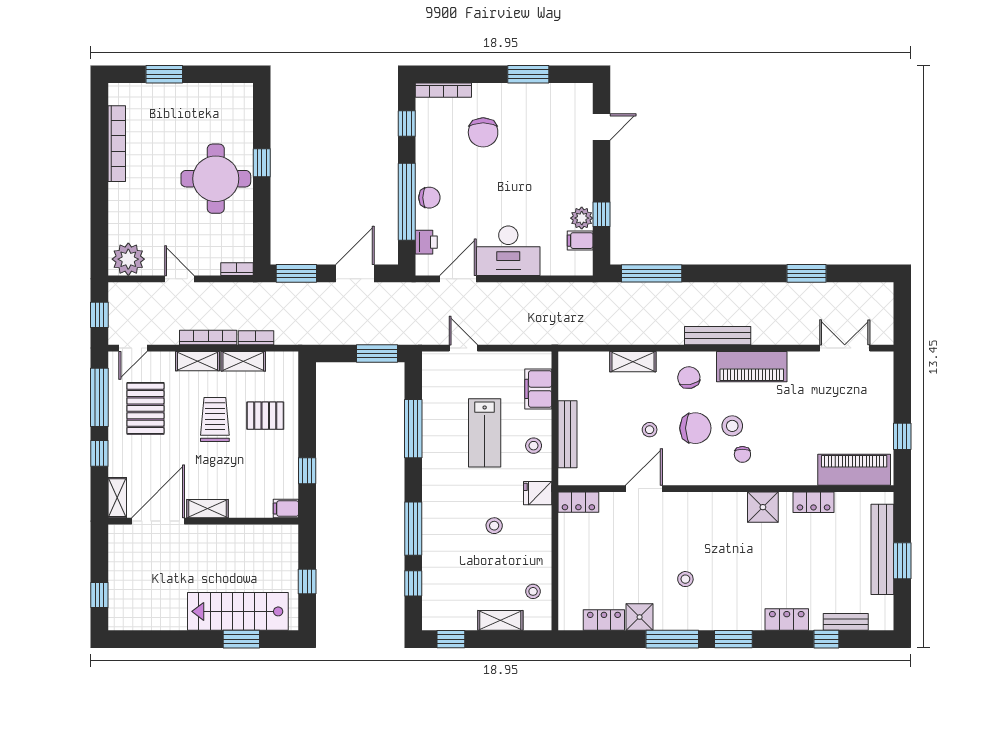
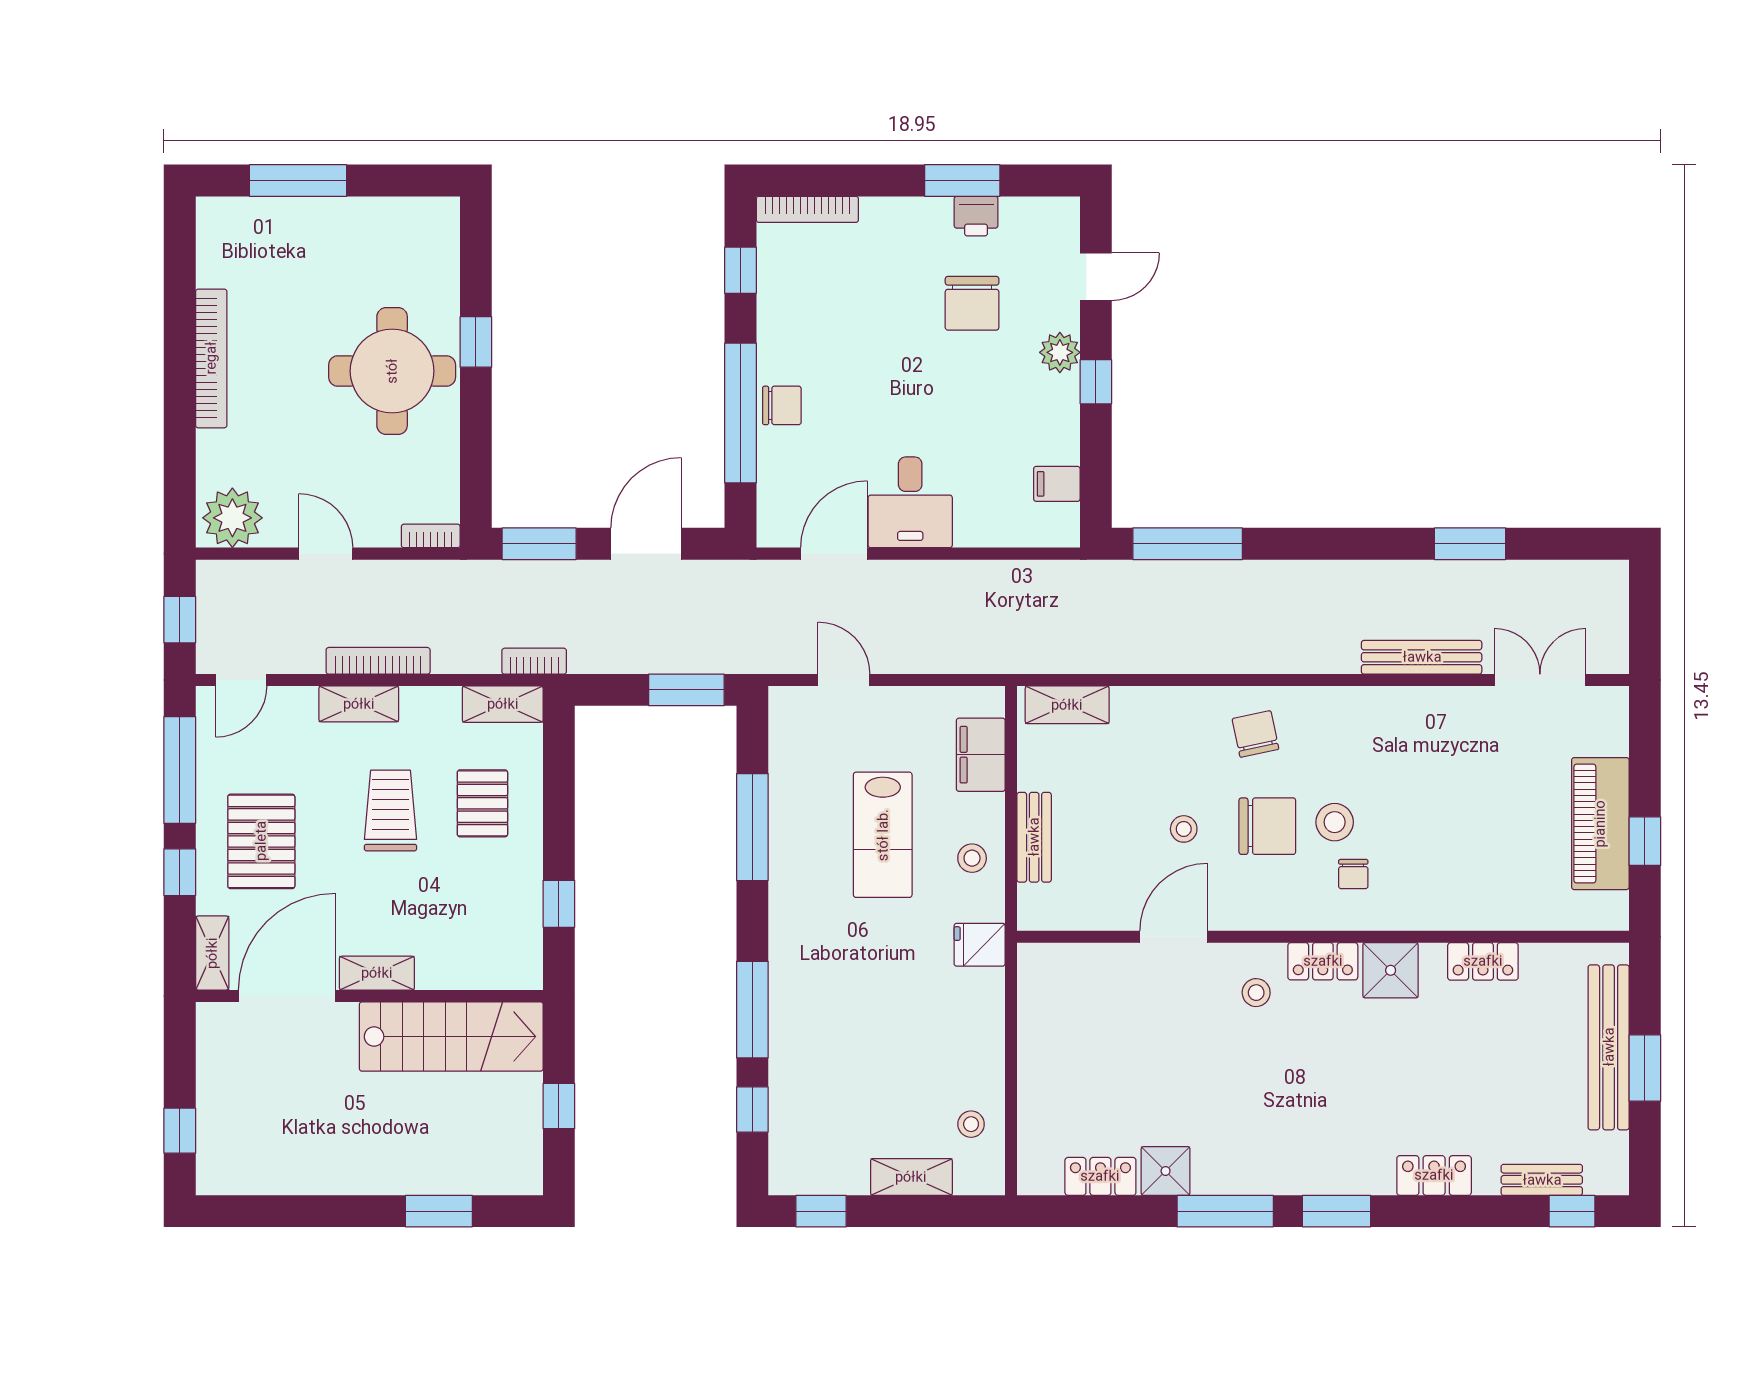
window: (164, 74) -> (298, 180), width x1.44
chair: (483, 132) -> (972, 303), moved
bookcase: (117, 144) -> (211, 358), moved
window: (601, 214) -> (1096, 382), moved
plant: (582, 218) -> (1060, 352), moved
printer: (426, 242) -> (976, 216), moved, turned 90
desk: (508, 251) -> (910, 502), width x0.73
bench: (718, 336) -> (1422, 657), moved
bookcase: (256, 338) -> (534, 661), moved
shelving: (243, 361) -> (503, 704), moved
shelving: (633, 362) -> (1067, 705), moved
piano: (752, 367) -> (1370, 714), removed
pallet: (145, 408) -> (261, 841), moved
pallet: (265, 416) -> (482, 803), turned 90
bench: (568, 434) -> (1034, 837), width x0.73
piano: (854, 470) -> (1600, 824), moved, turned -90
locker: (578, 502) -> (1323, 961), moved
filing cabinet: (286, 509) -> (520, 973), removed
stool: (494, 526) -> (900, 1004), removed
stool: (685, 579) -> (1256, 993), moved
stairs: (238, 611) -> (451, 1037), moved, turned 180
window: (826, 639) -> (1572, 1211), moved

